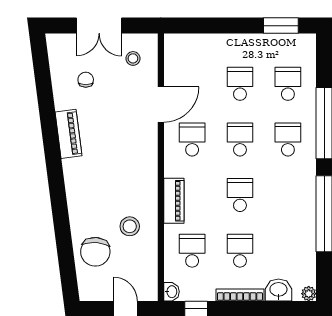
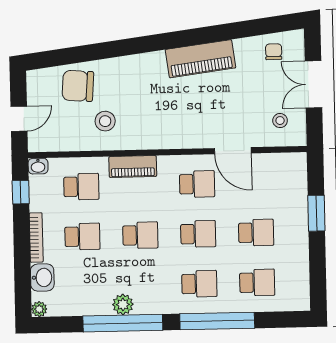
window: (281, 26) -> (316, 213), moved
chair: (86, 80) -> (274, 52), moved, turned -90
piano: (68, 134) -> (200, 59), width x1.37, depth x1.33
plant: (306, 213) -> (123, 304), added

